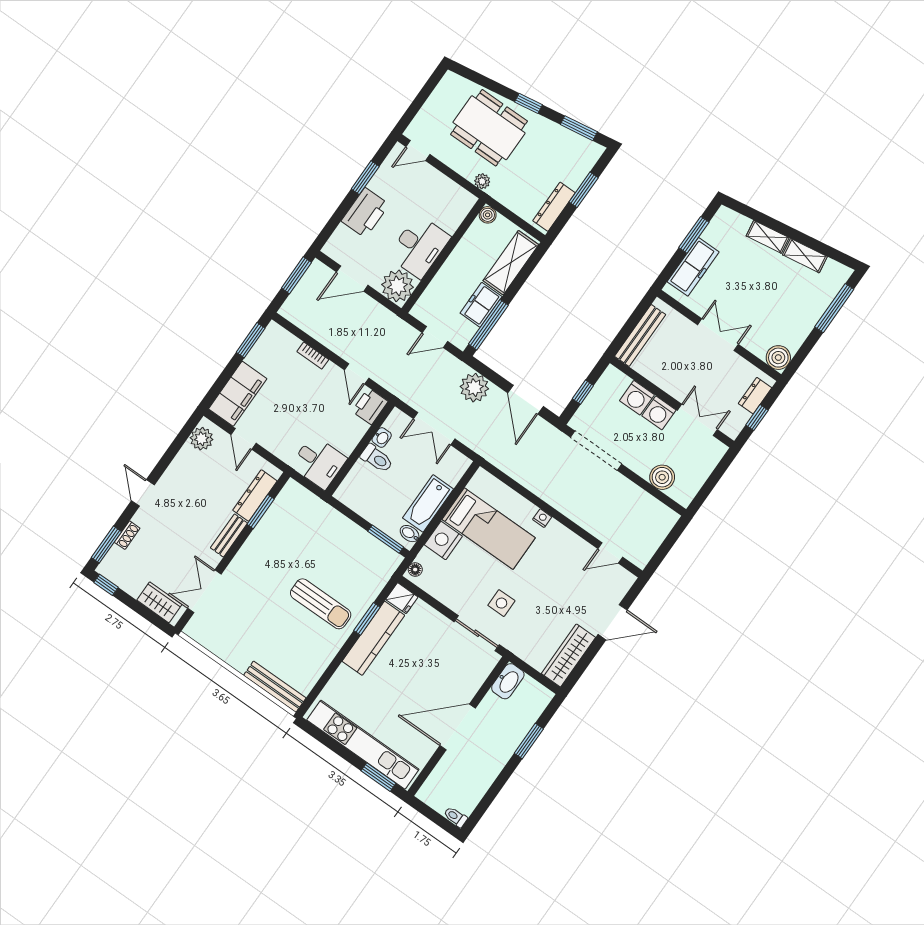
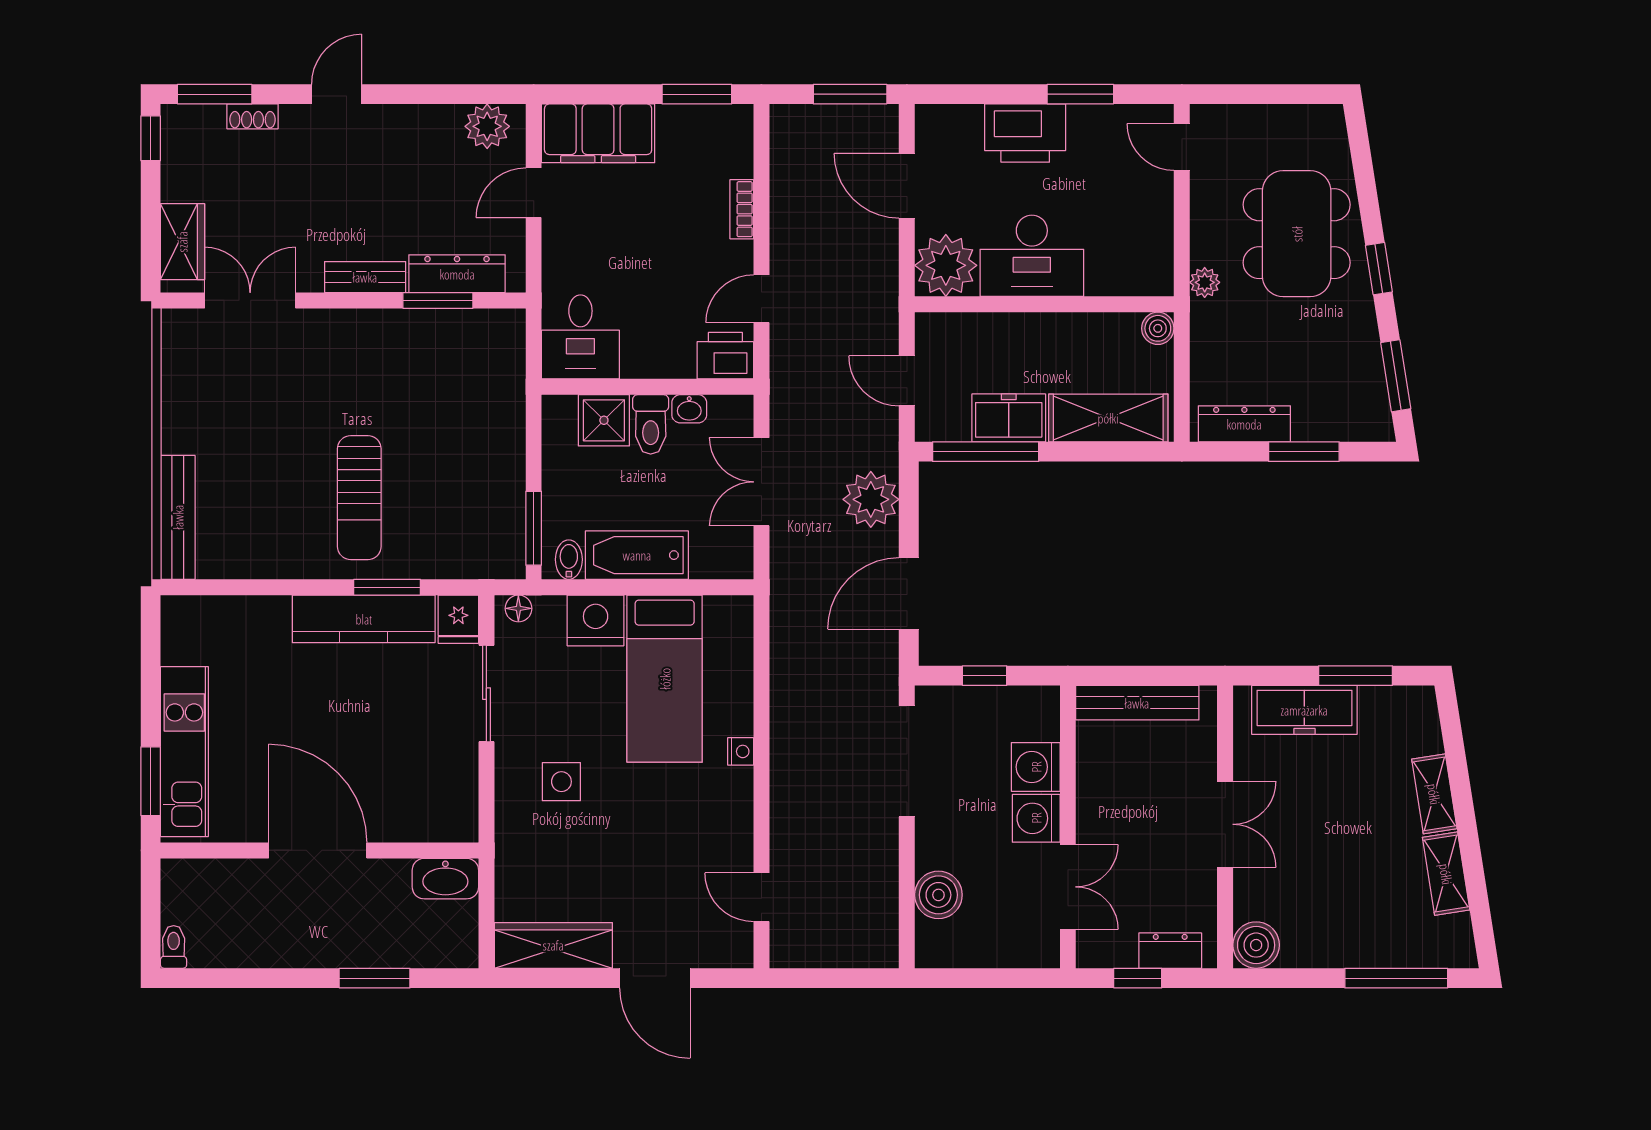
shower: (361, 477) -> (604, 420), added
sliding door: (477, 633) -> (486, 694), moved
kitchen unit: (363, 745) -> (184, 752), width x0.73

